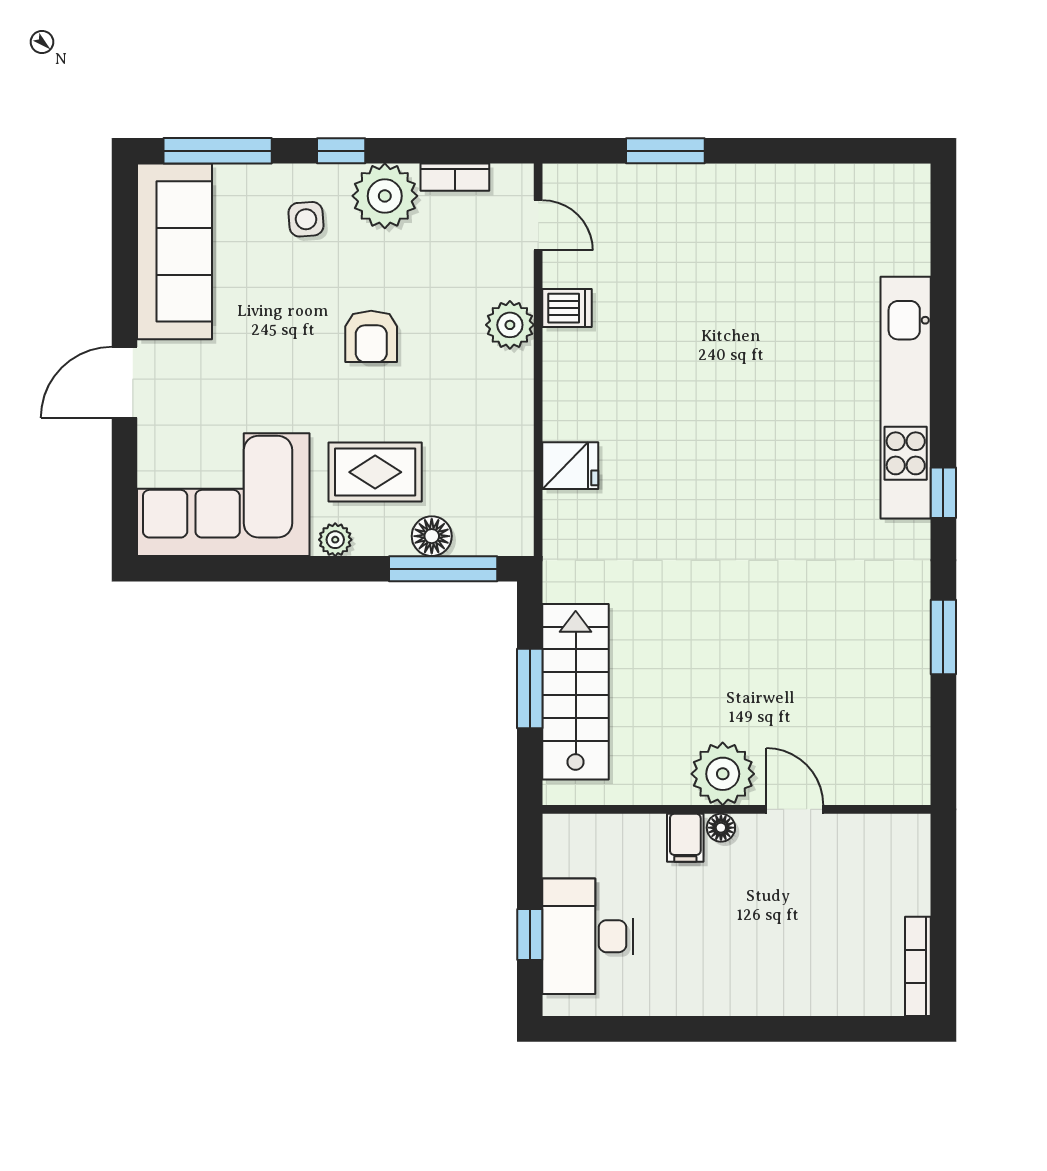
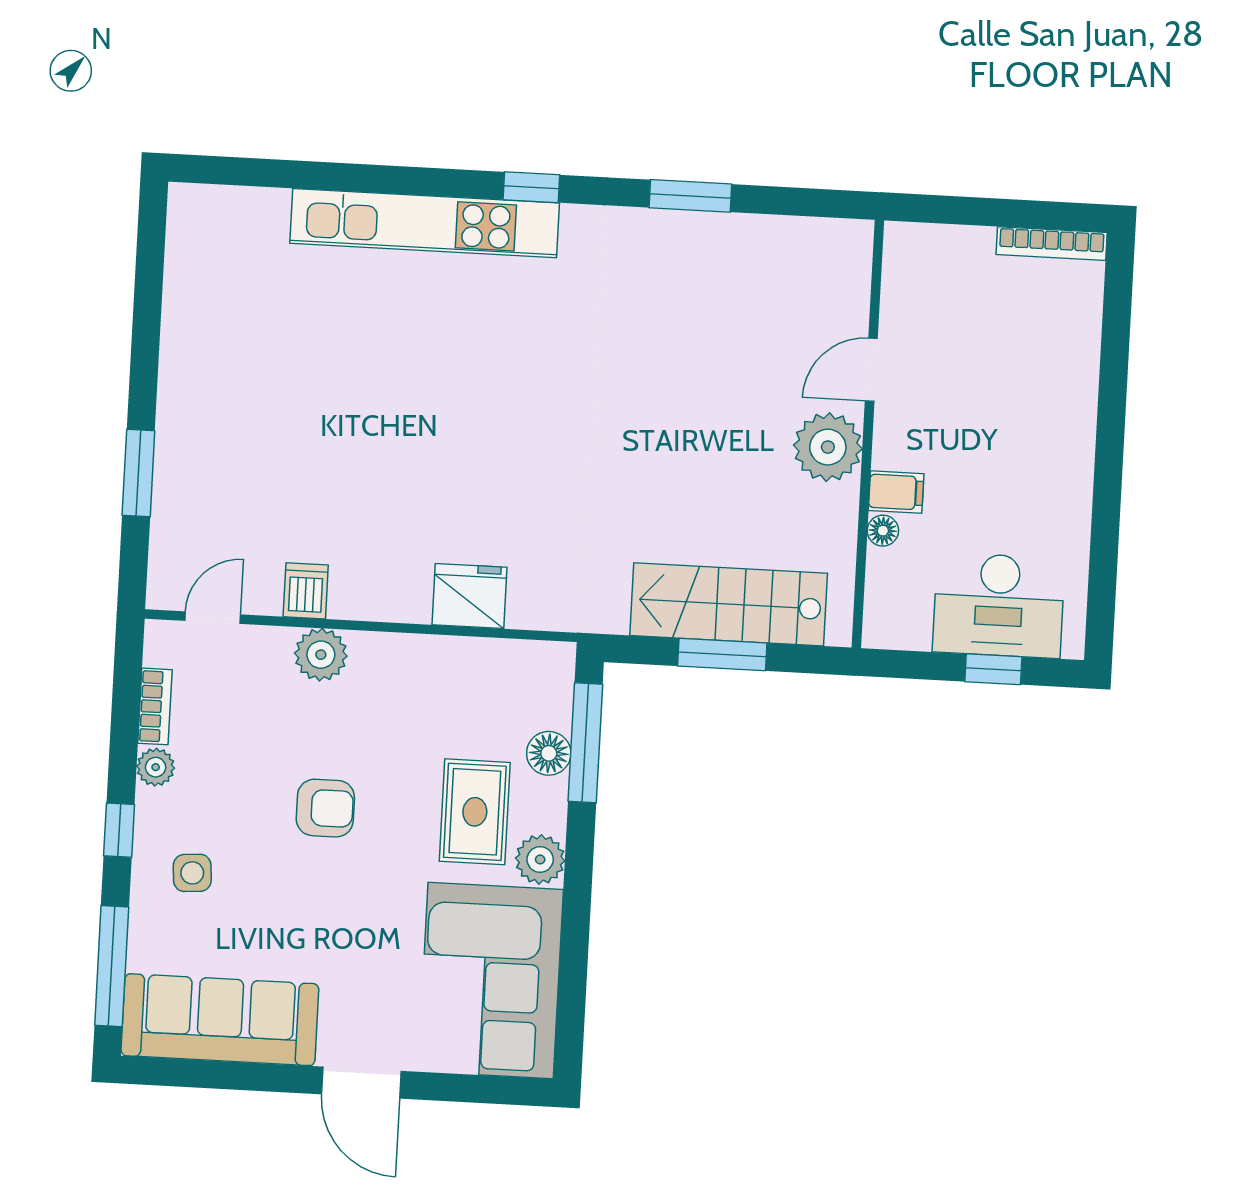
plant: (385, 196) -> (156, 767), width x0.53, depth x0.53
fridge: (570, 466) -> (469, 596), width x1.38
plant: (335, 540) -> (540, 859), width x1.38, depth x1.38
floor lamp: (721, 828) -> (883, 531), moved

